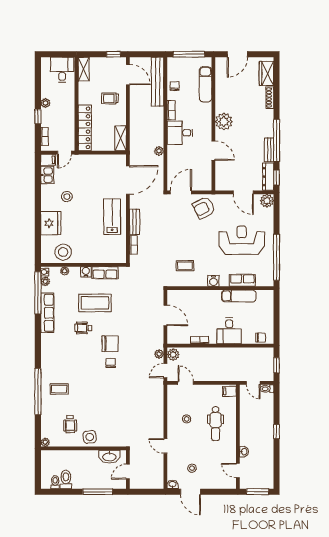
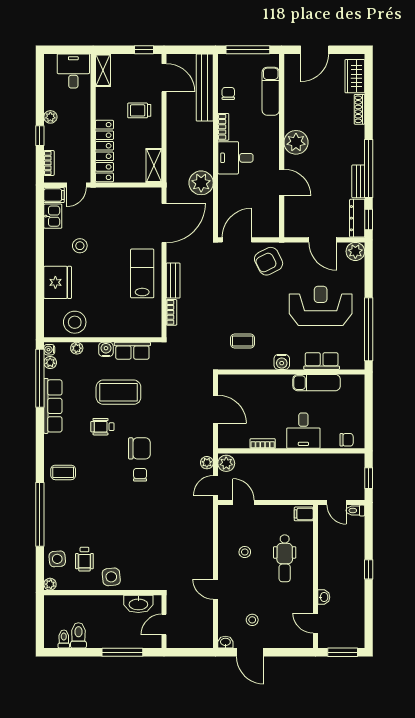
plant: (159, 151) -> (201, 183), width x1.88, depth x1.88
coffee table: (59, 389) -> (63, 472), moved
side table: (50, 424) -> (57, 559), added

